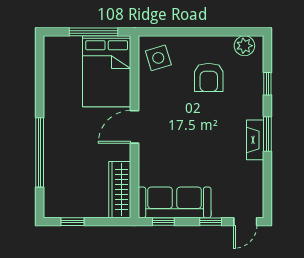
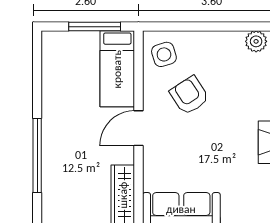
bed: (107, 71) -> (117, 69), width x0.67
armchair: (209, 77) -> (189, 95), moved, turned 147

